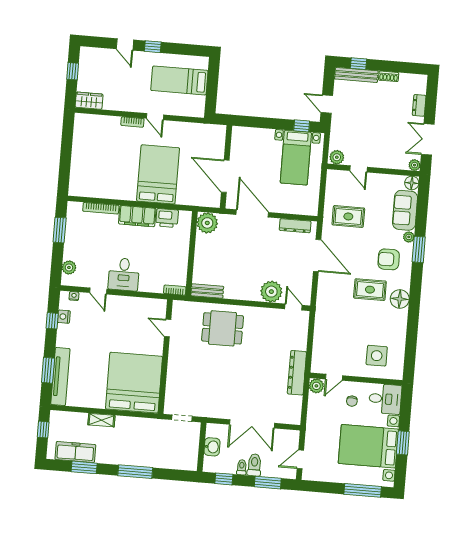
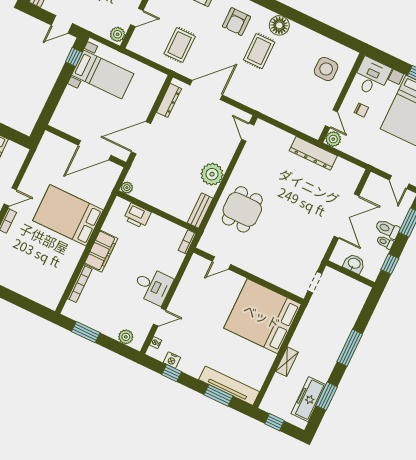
printer: (167, 218) -> (137, 216), moved, turned 90
plant: (207, 223) -> (127, 188), width x0.53, depth x0.53
plant: (271, 292) -> (212, 174), moved
door: (293, 307) -> (248, 132), hinge flipped

